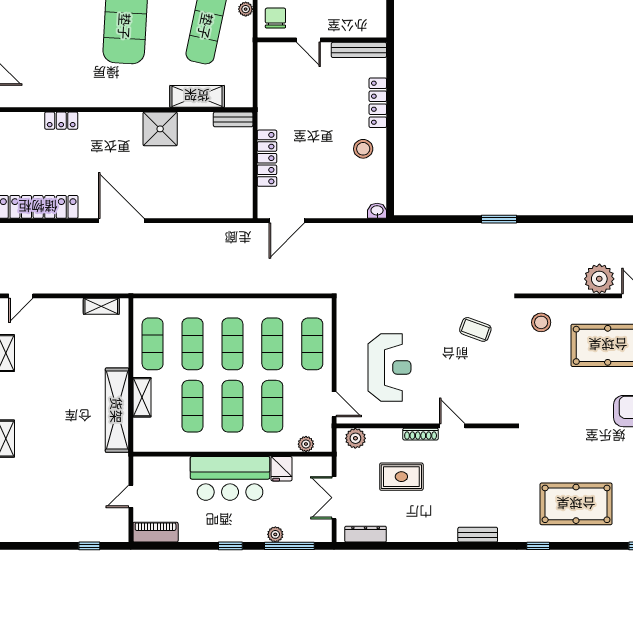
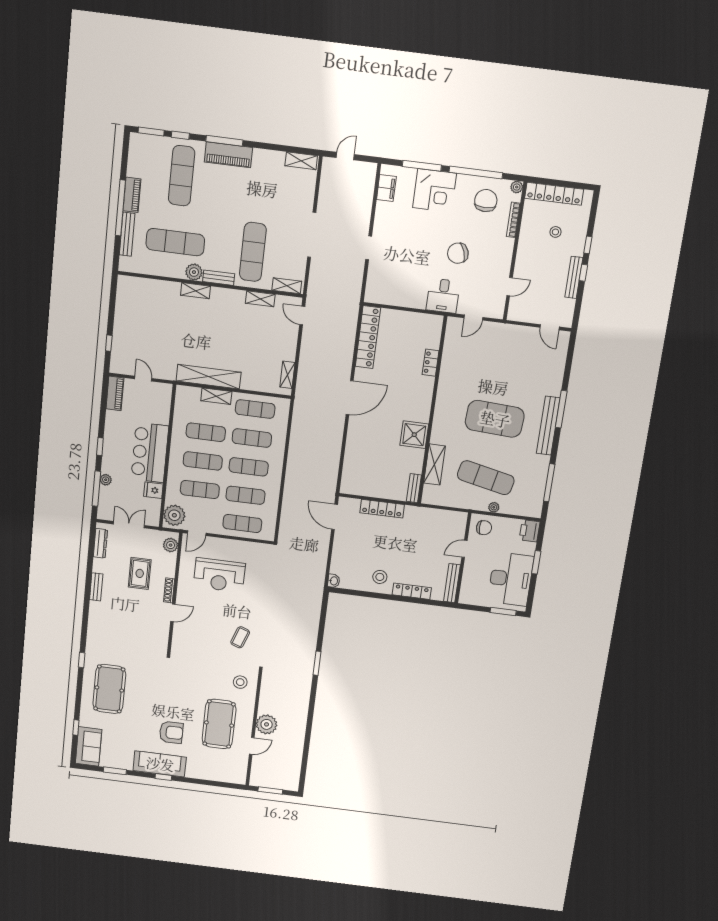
plant: (306, 444) -> (174, 515), width x1.88, depth x1.88
bench: (478, 535) -> (96, 587), moved

